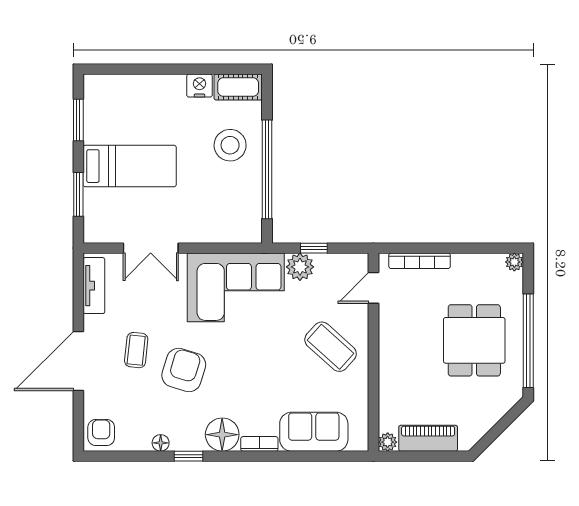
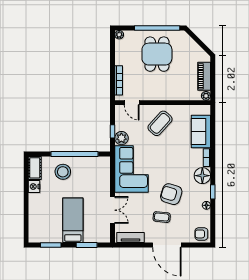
dining table: (474, 340) -> (157, 54), turned 90

